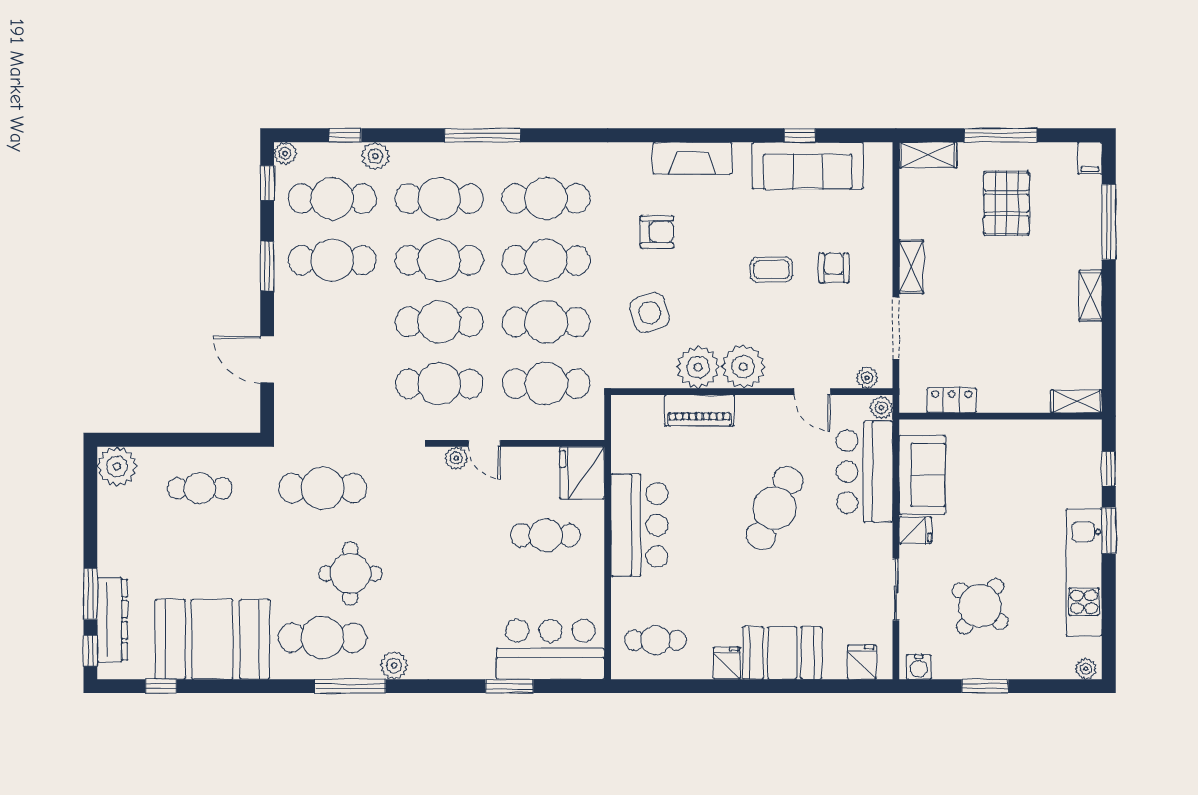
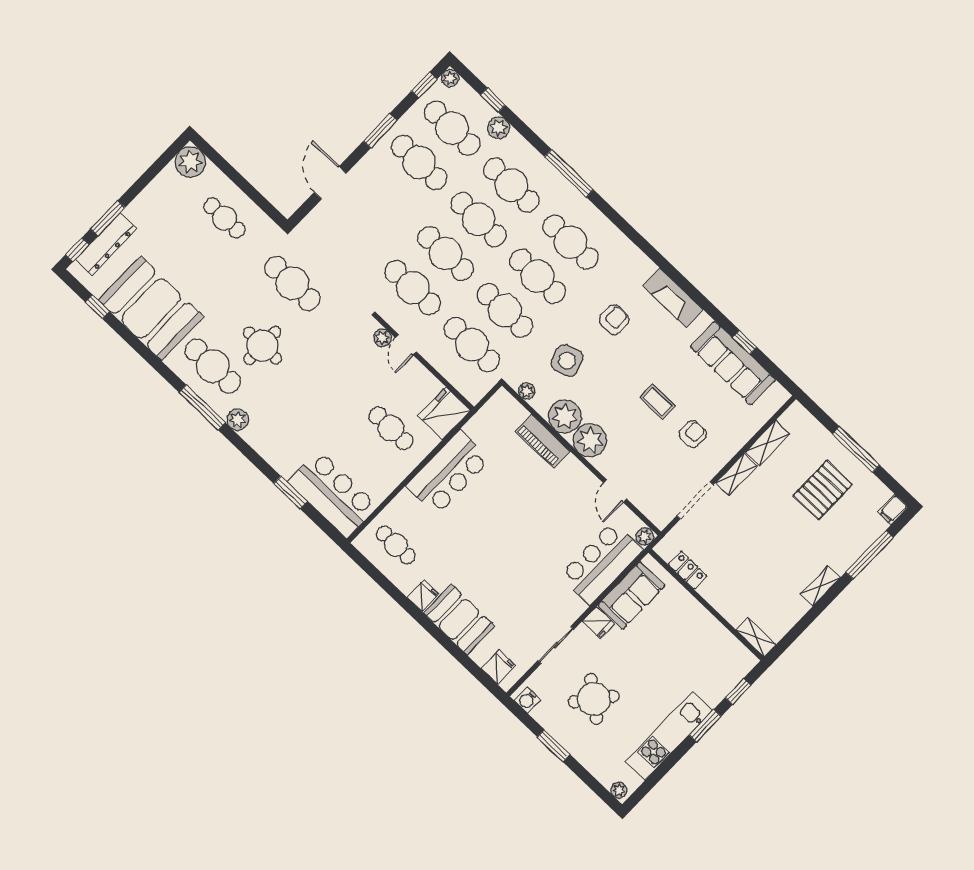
shelving: (928, 155) -> (768, 443), moved, turned 90
armchair: (657, 232) -> (614, 320), turned -90
plant: (867, 378) -> (527, 391), moved
cafe table: (774, 508) -> (532, 535), removed

